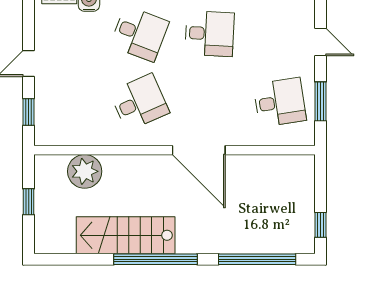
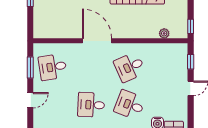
door: (320, 42) -> (30, 100), swing flipped
plant: (85, 171) -> (164, 33), width x0.53, depth x0.53
window: (29, 202) -> (191, 26), moved

